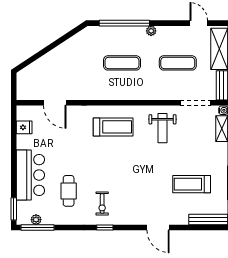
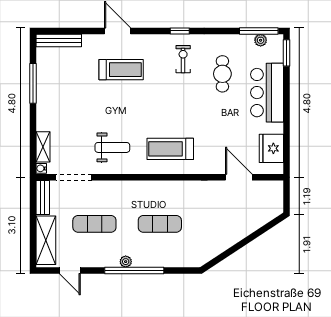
window: (124, 23) -> (134, 271), moved
fridge: (24, 127) -> (271, 148), width x1.88, depth x1.34
weight bench: (163, 128) -> (112, 147), turned 90
treadmill: (192, 184) -> (121, 70), moved

